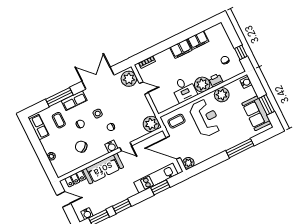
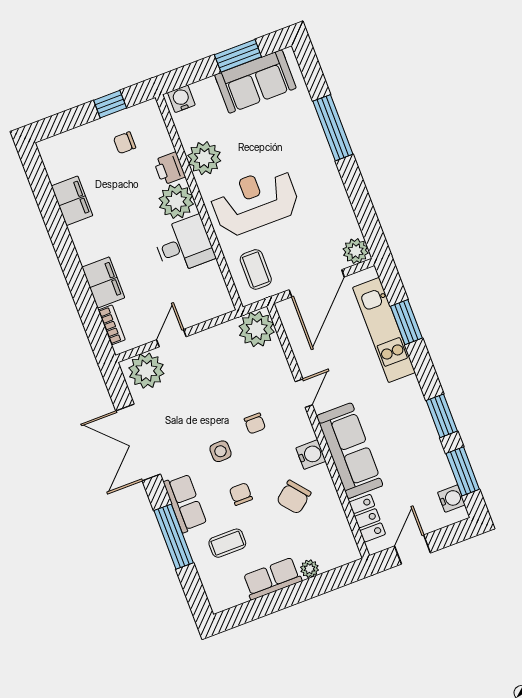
filing cabinet: (181, 49) -> (103, 282), moved
row of seats: (39, 127) -> (272, 579), moved
water cooler: (111, 147) -> (311, 455), moved

